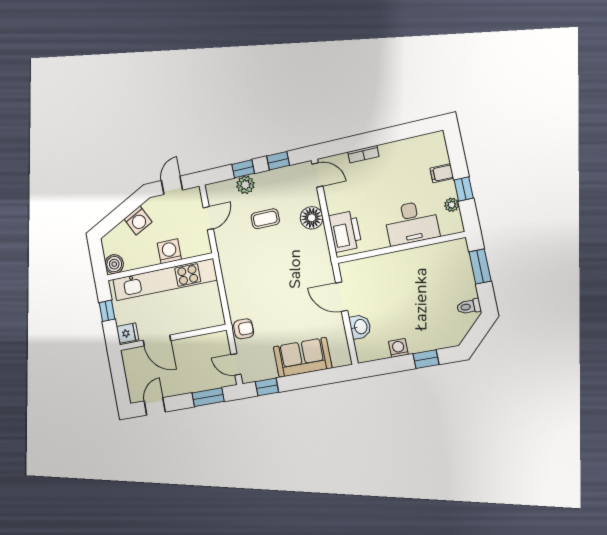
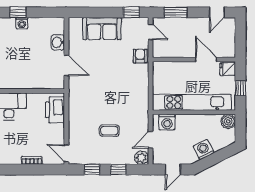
plant: (245, 185) -> (141, 158), moved
floor lamp: (312, 218) -> (76, 124), removed
washing machine: (169, 251) -> (167, 122), moved
armchair: (244, 329) -> (140, 56), turned 90
washing machine: (398, 348) -> (22, 23), moved

